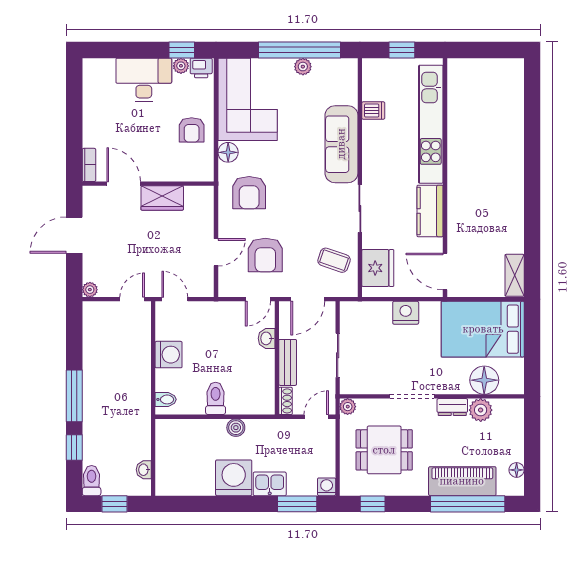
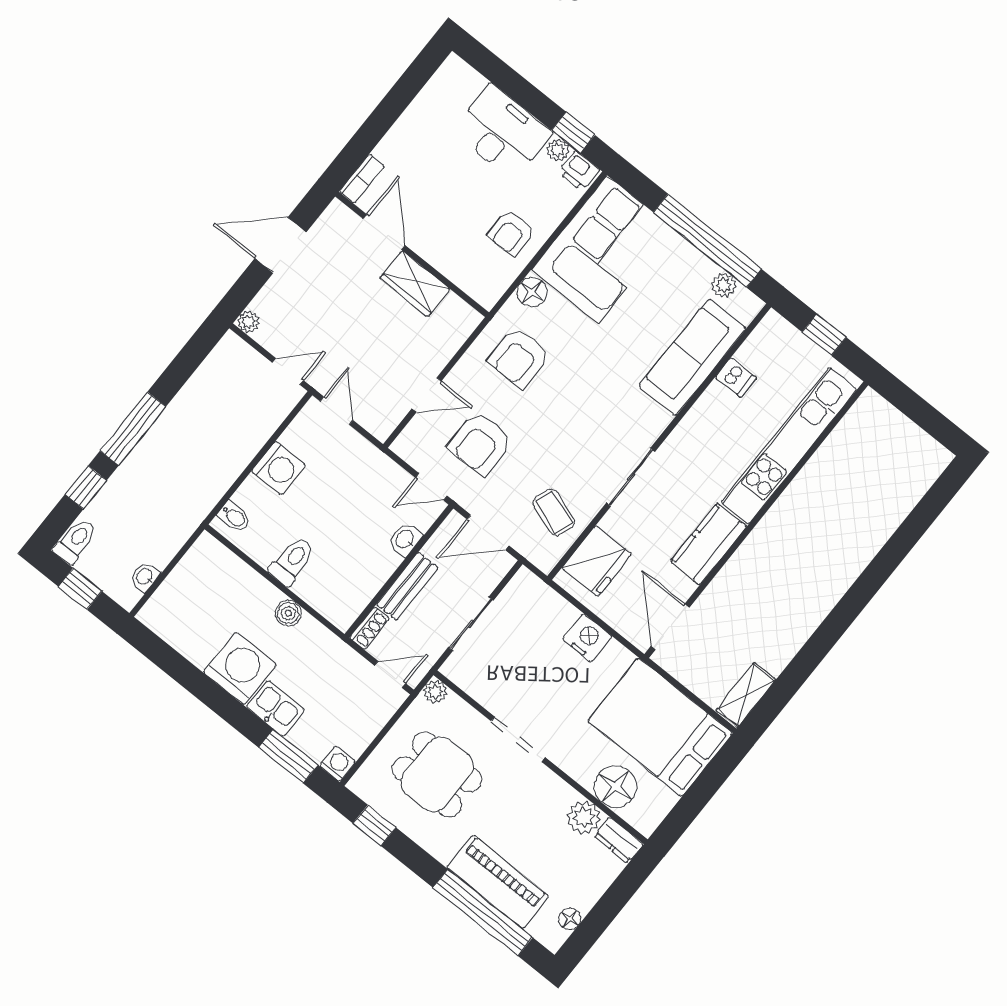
plant: (303, 67) -> (724, 285), moved
sofa: (341, 144) -> (692, 357), moved
dresser: (452, 407) -> (619, 840), moved

